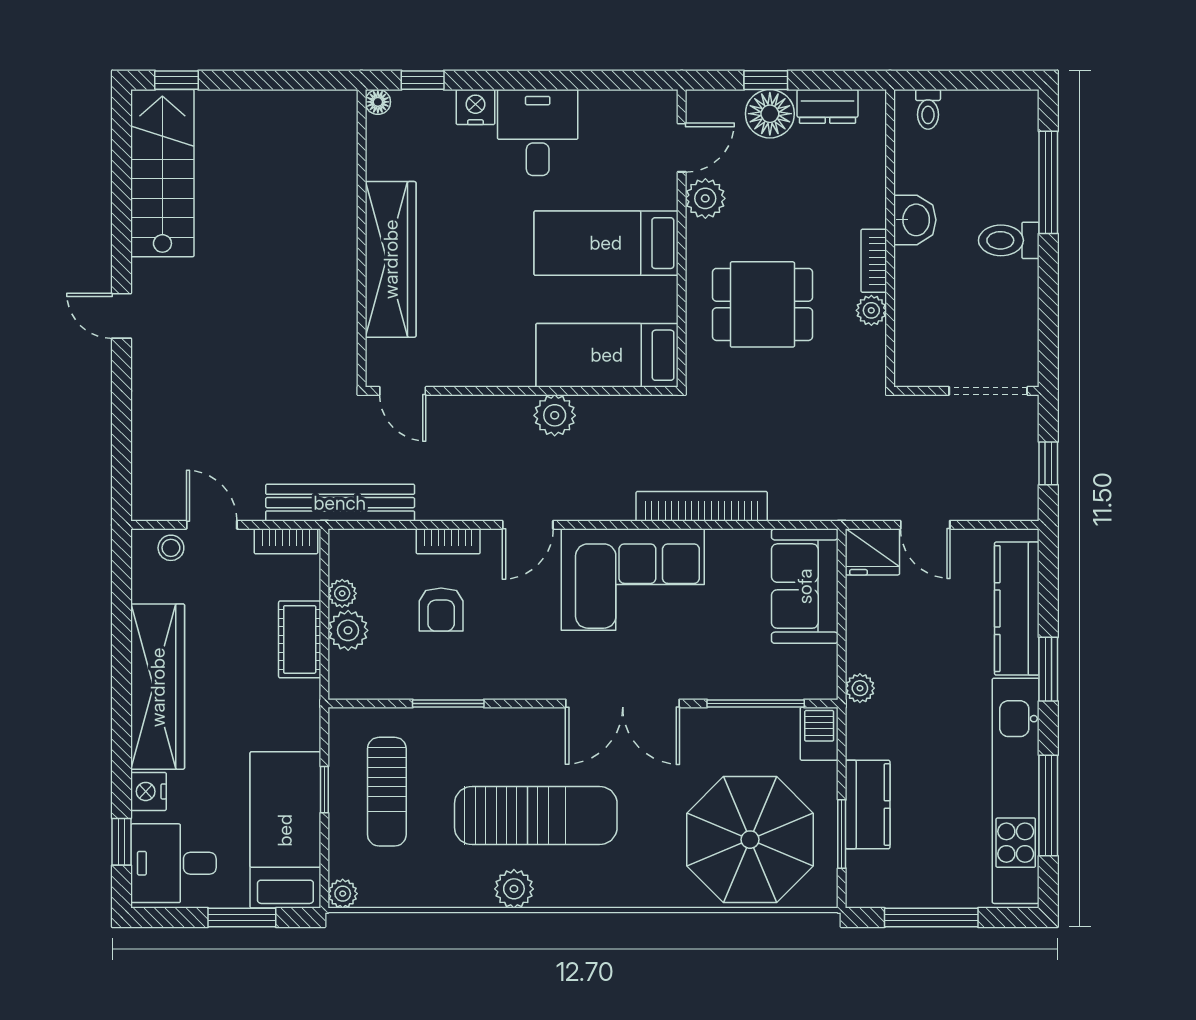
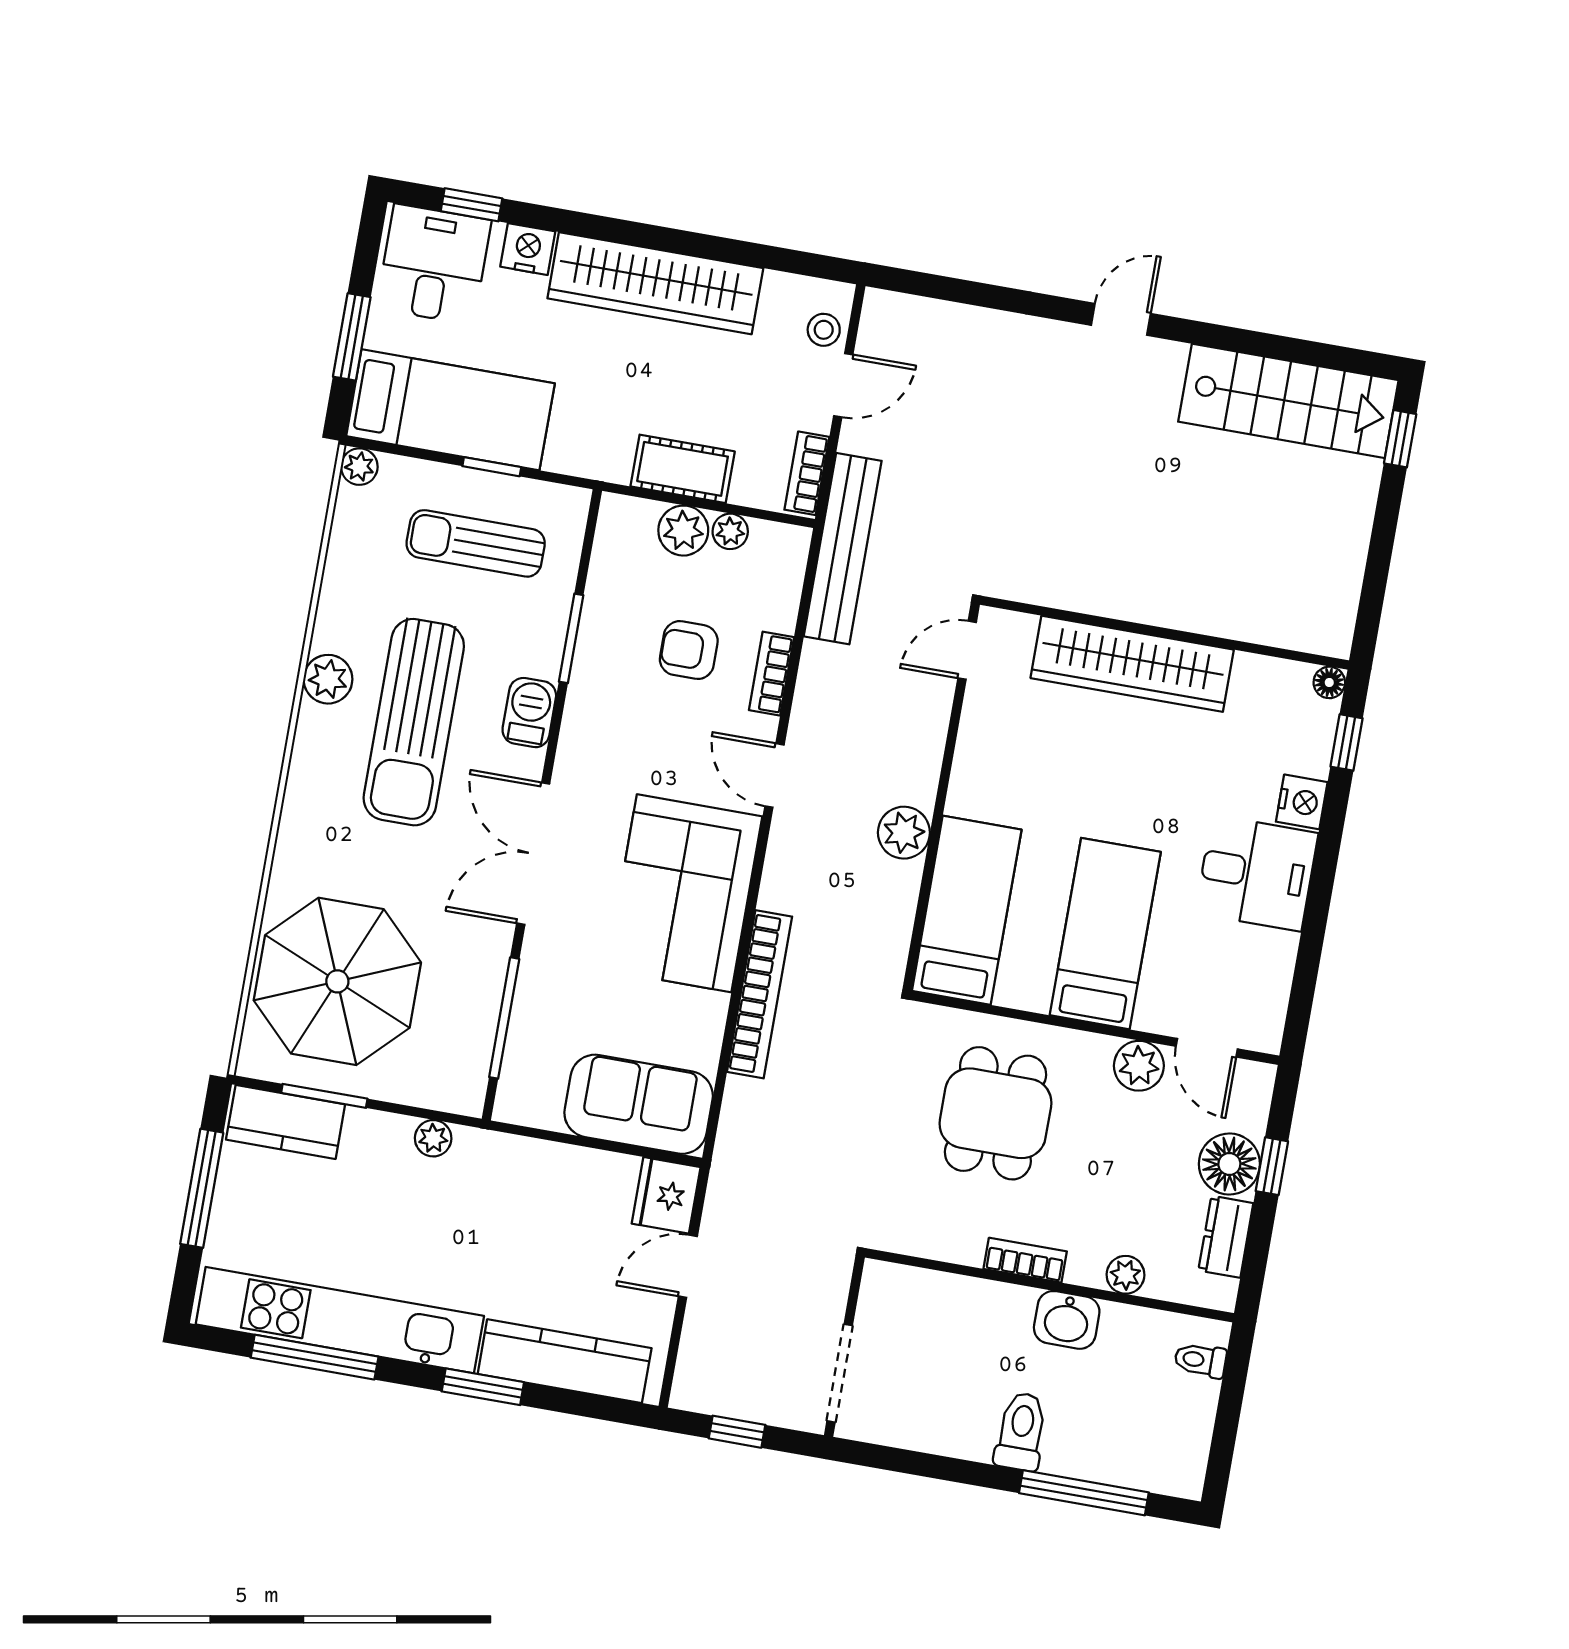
plant: (871, 310) -> (1125, 1275), moved
plant: (860, 688) -> (433, 1138), moved
barbecue: (819, 734) -> (529, 713), moved, turned -90
kitchen counter: (868, 804) -> (286, 1122), moved

